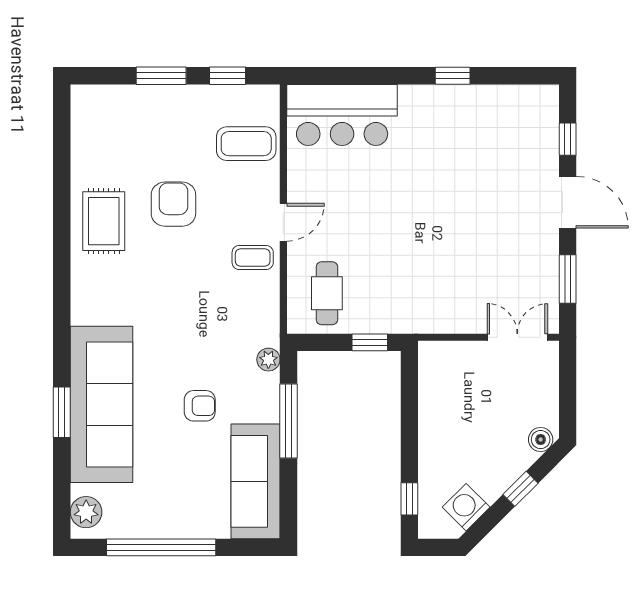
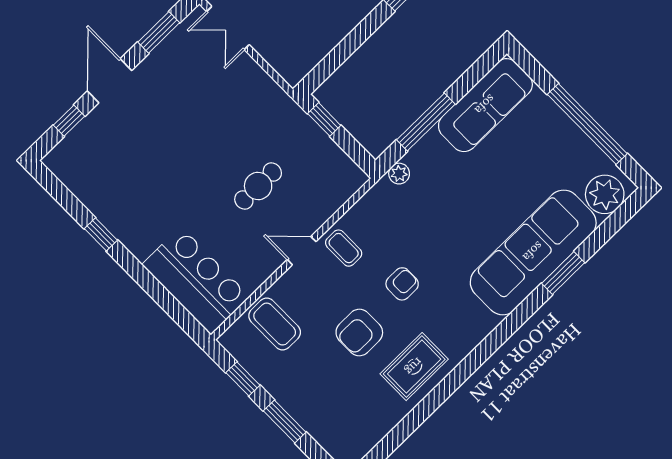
cafe table: (327, 293) -> (258, 186), moved
armchair: (200, 406) -> (402, 284), moved, turned 90
plant: (86, 512) -> (605, 194), width x1.36, depth x1.36

